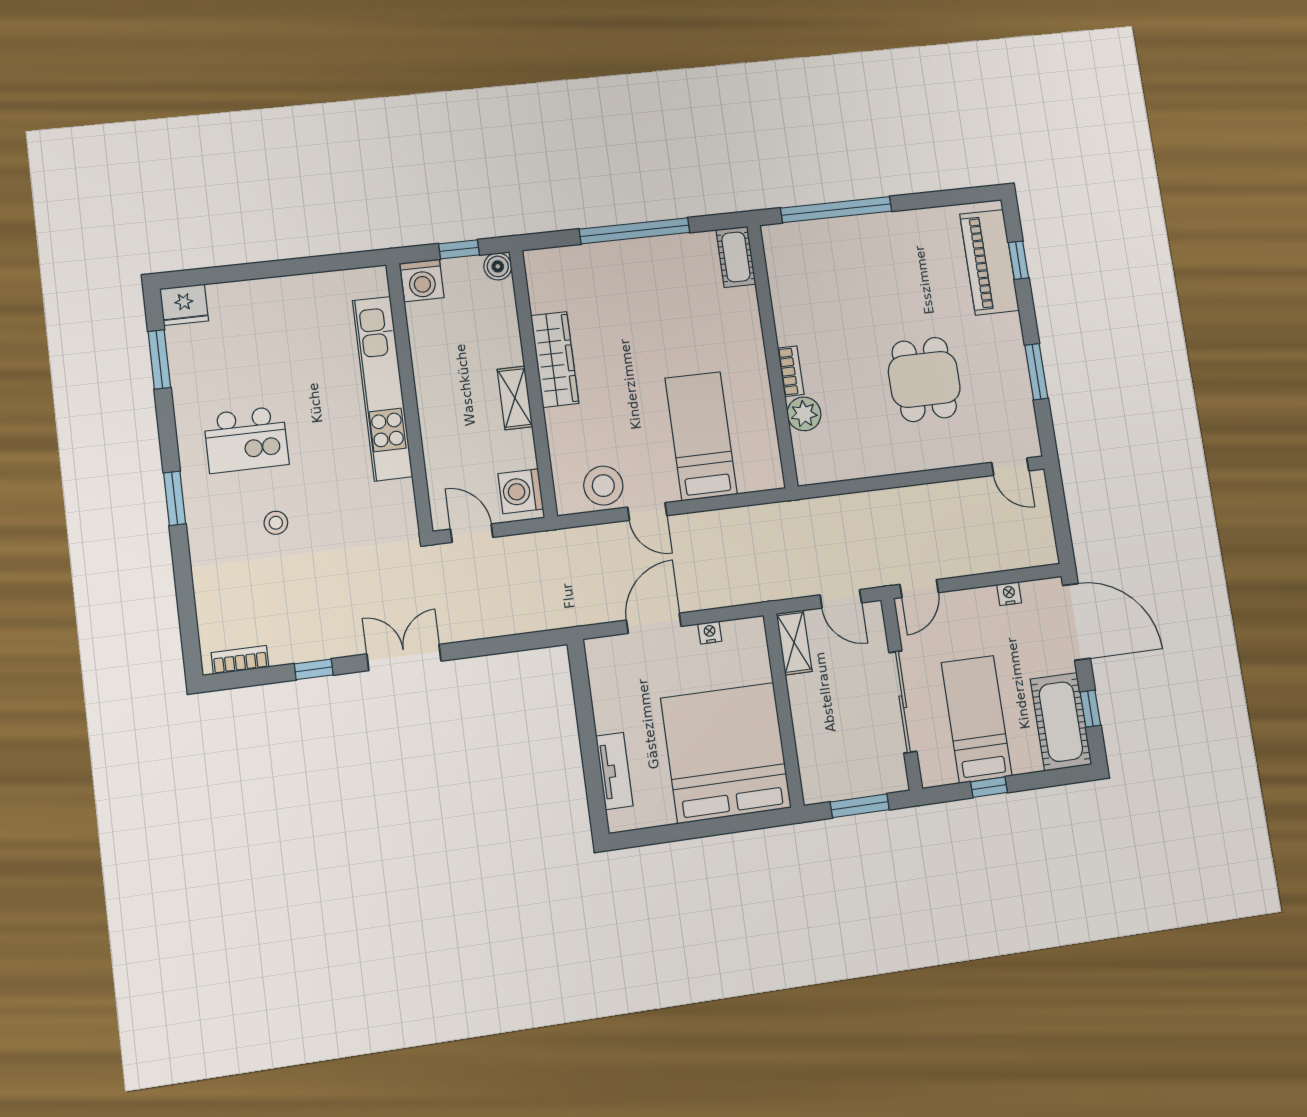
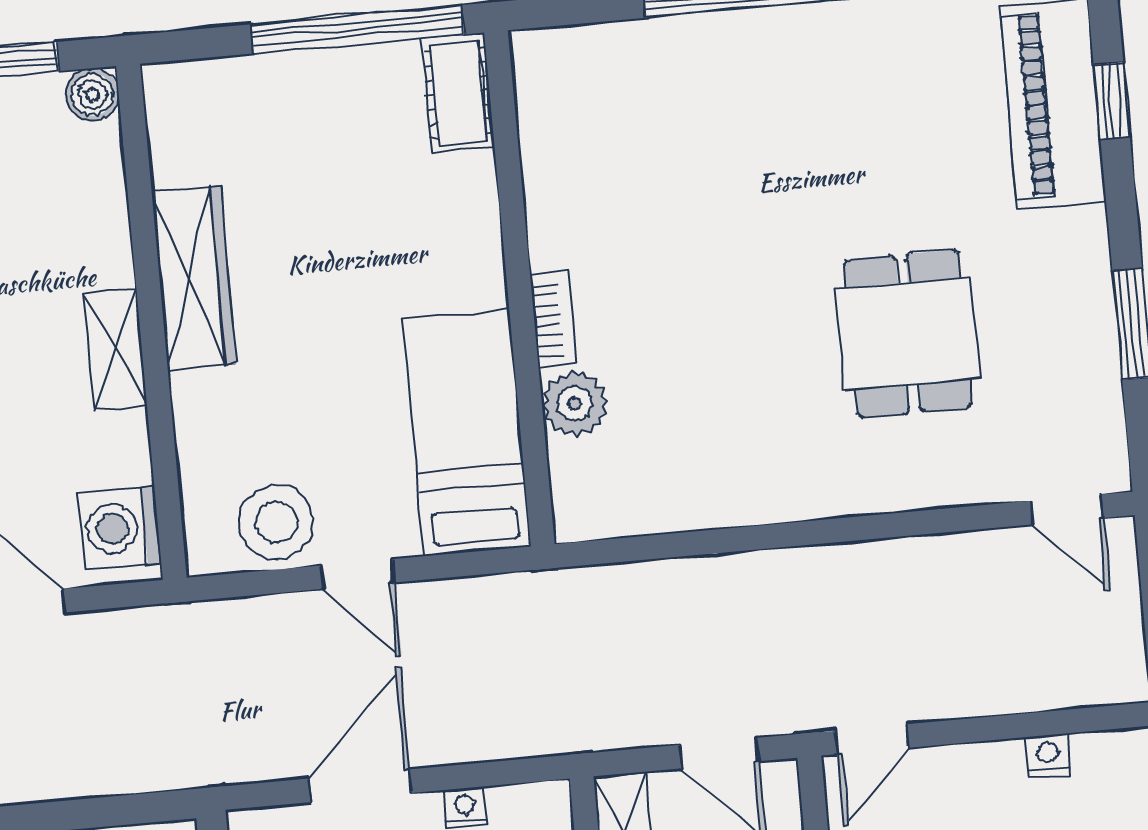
cot: (736, 257) -> (458, 93), moved
wall: (772, 356) -> (519, 288), moved
bookcase: (791, 371) -> (553, 320), moved
plant: (804, 414) -> (575, 404), moved

